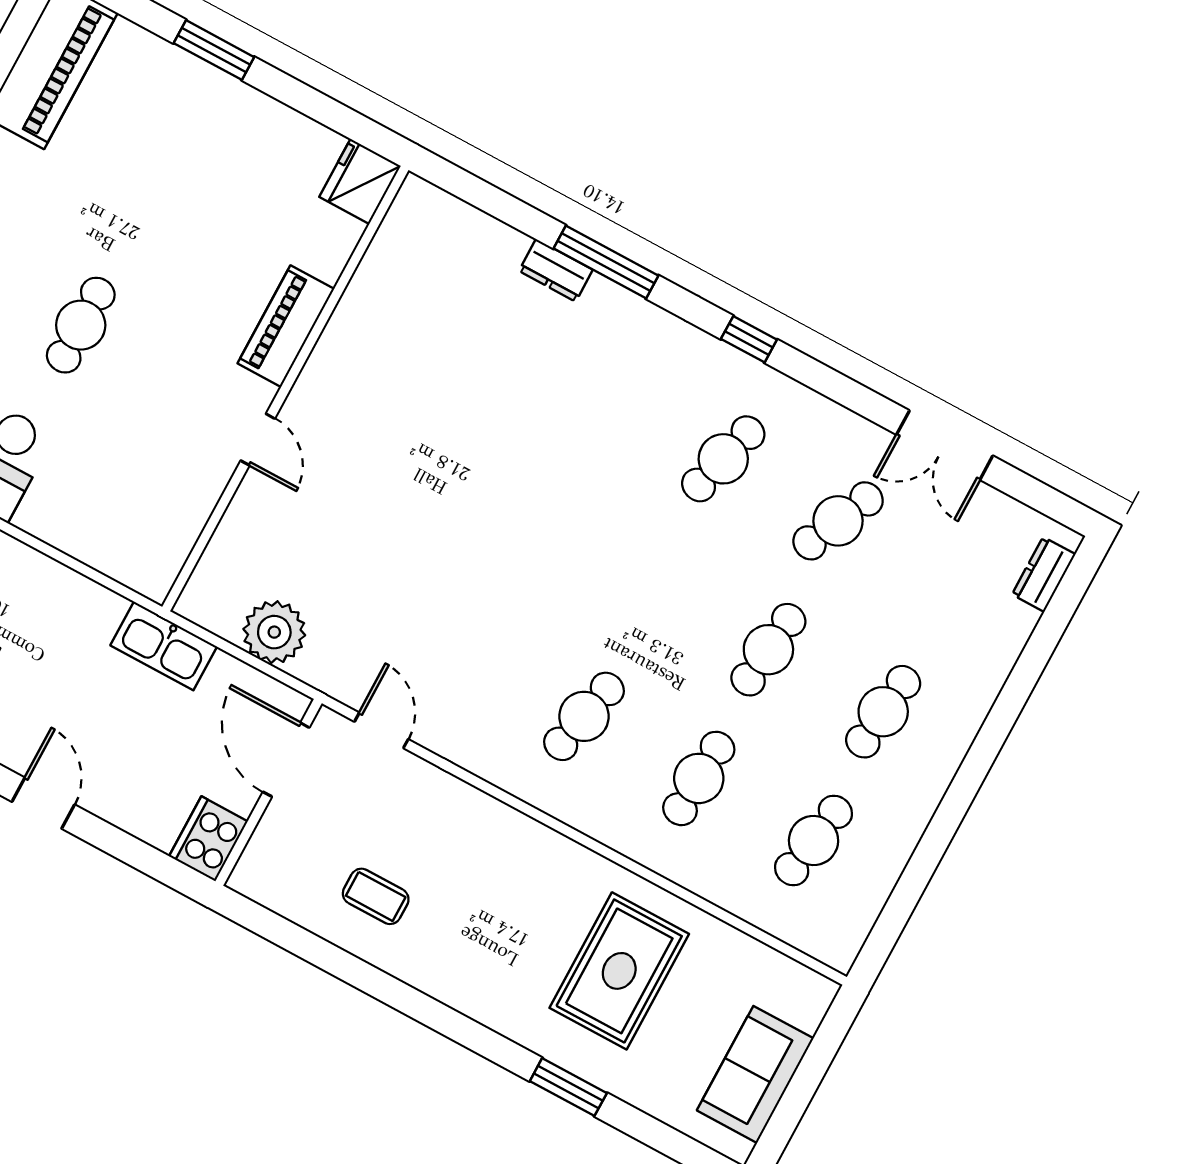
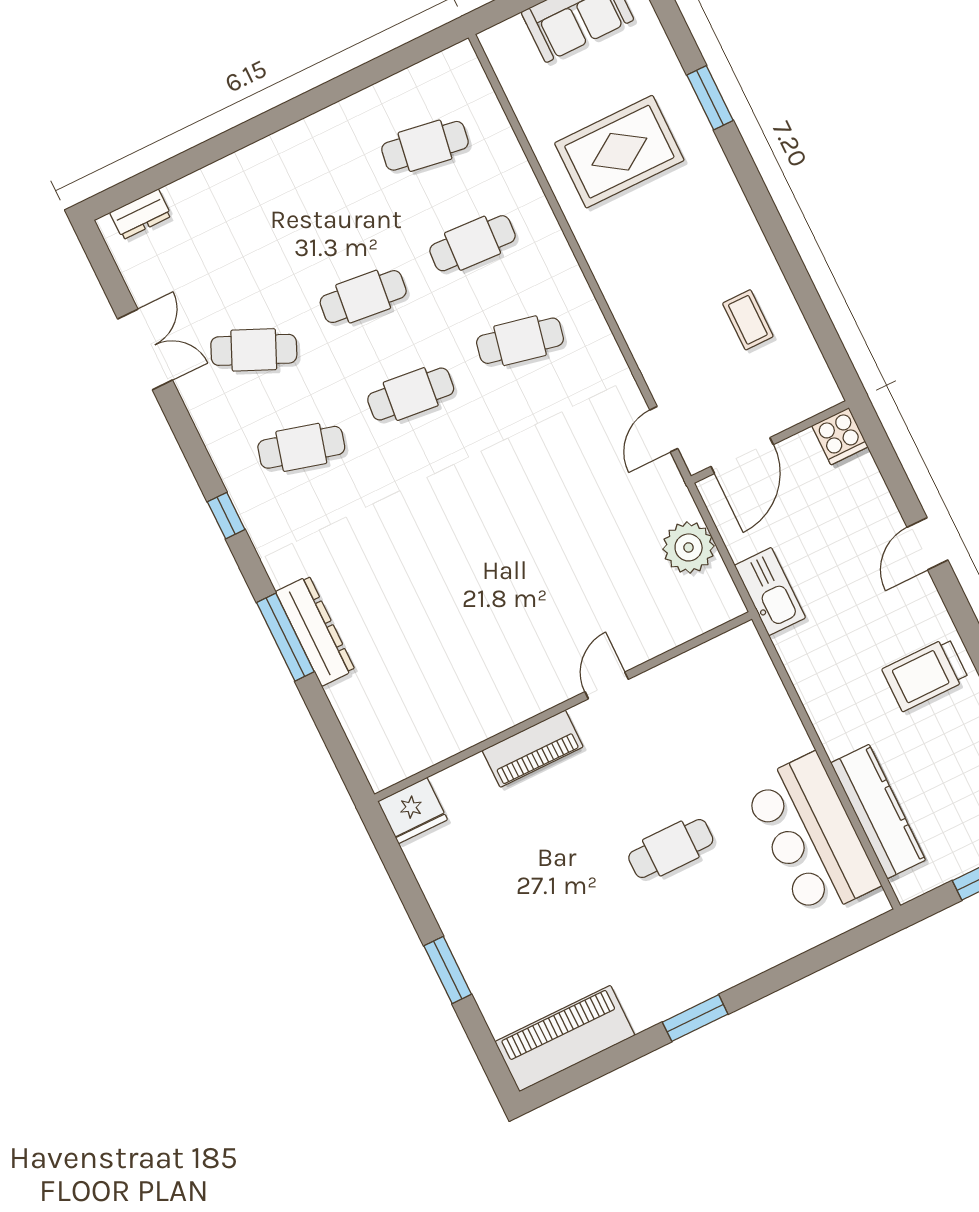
dresser: (556, 270) -> (315, 631), width x1.96, depth x1.24
cafe table: (883, 712) -> (411, 394), moved
cooker: (208, 839) -> (840, 436), width x0.73

